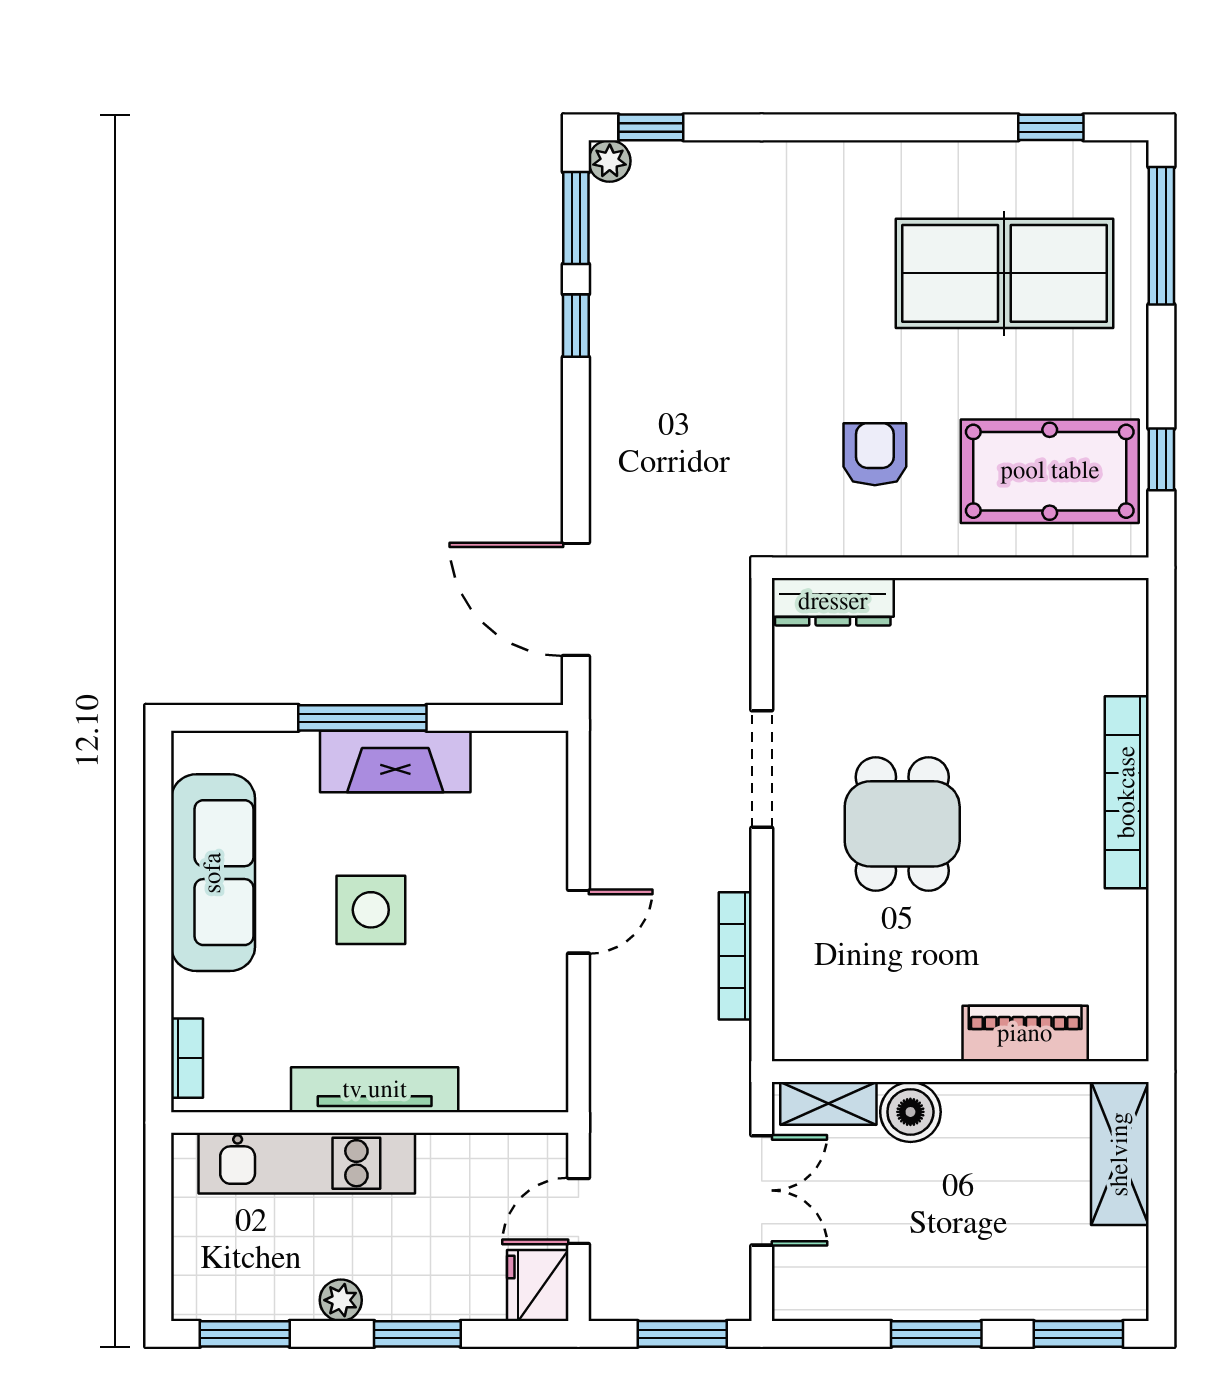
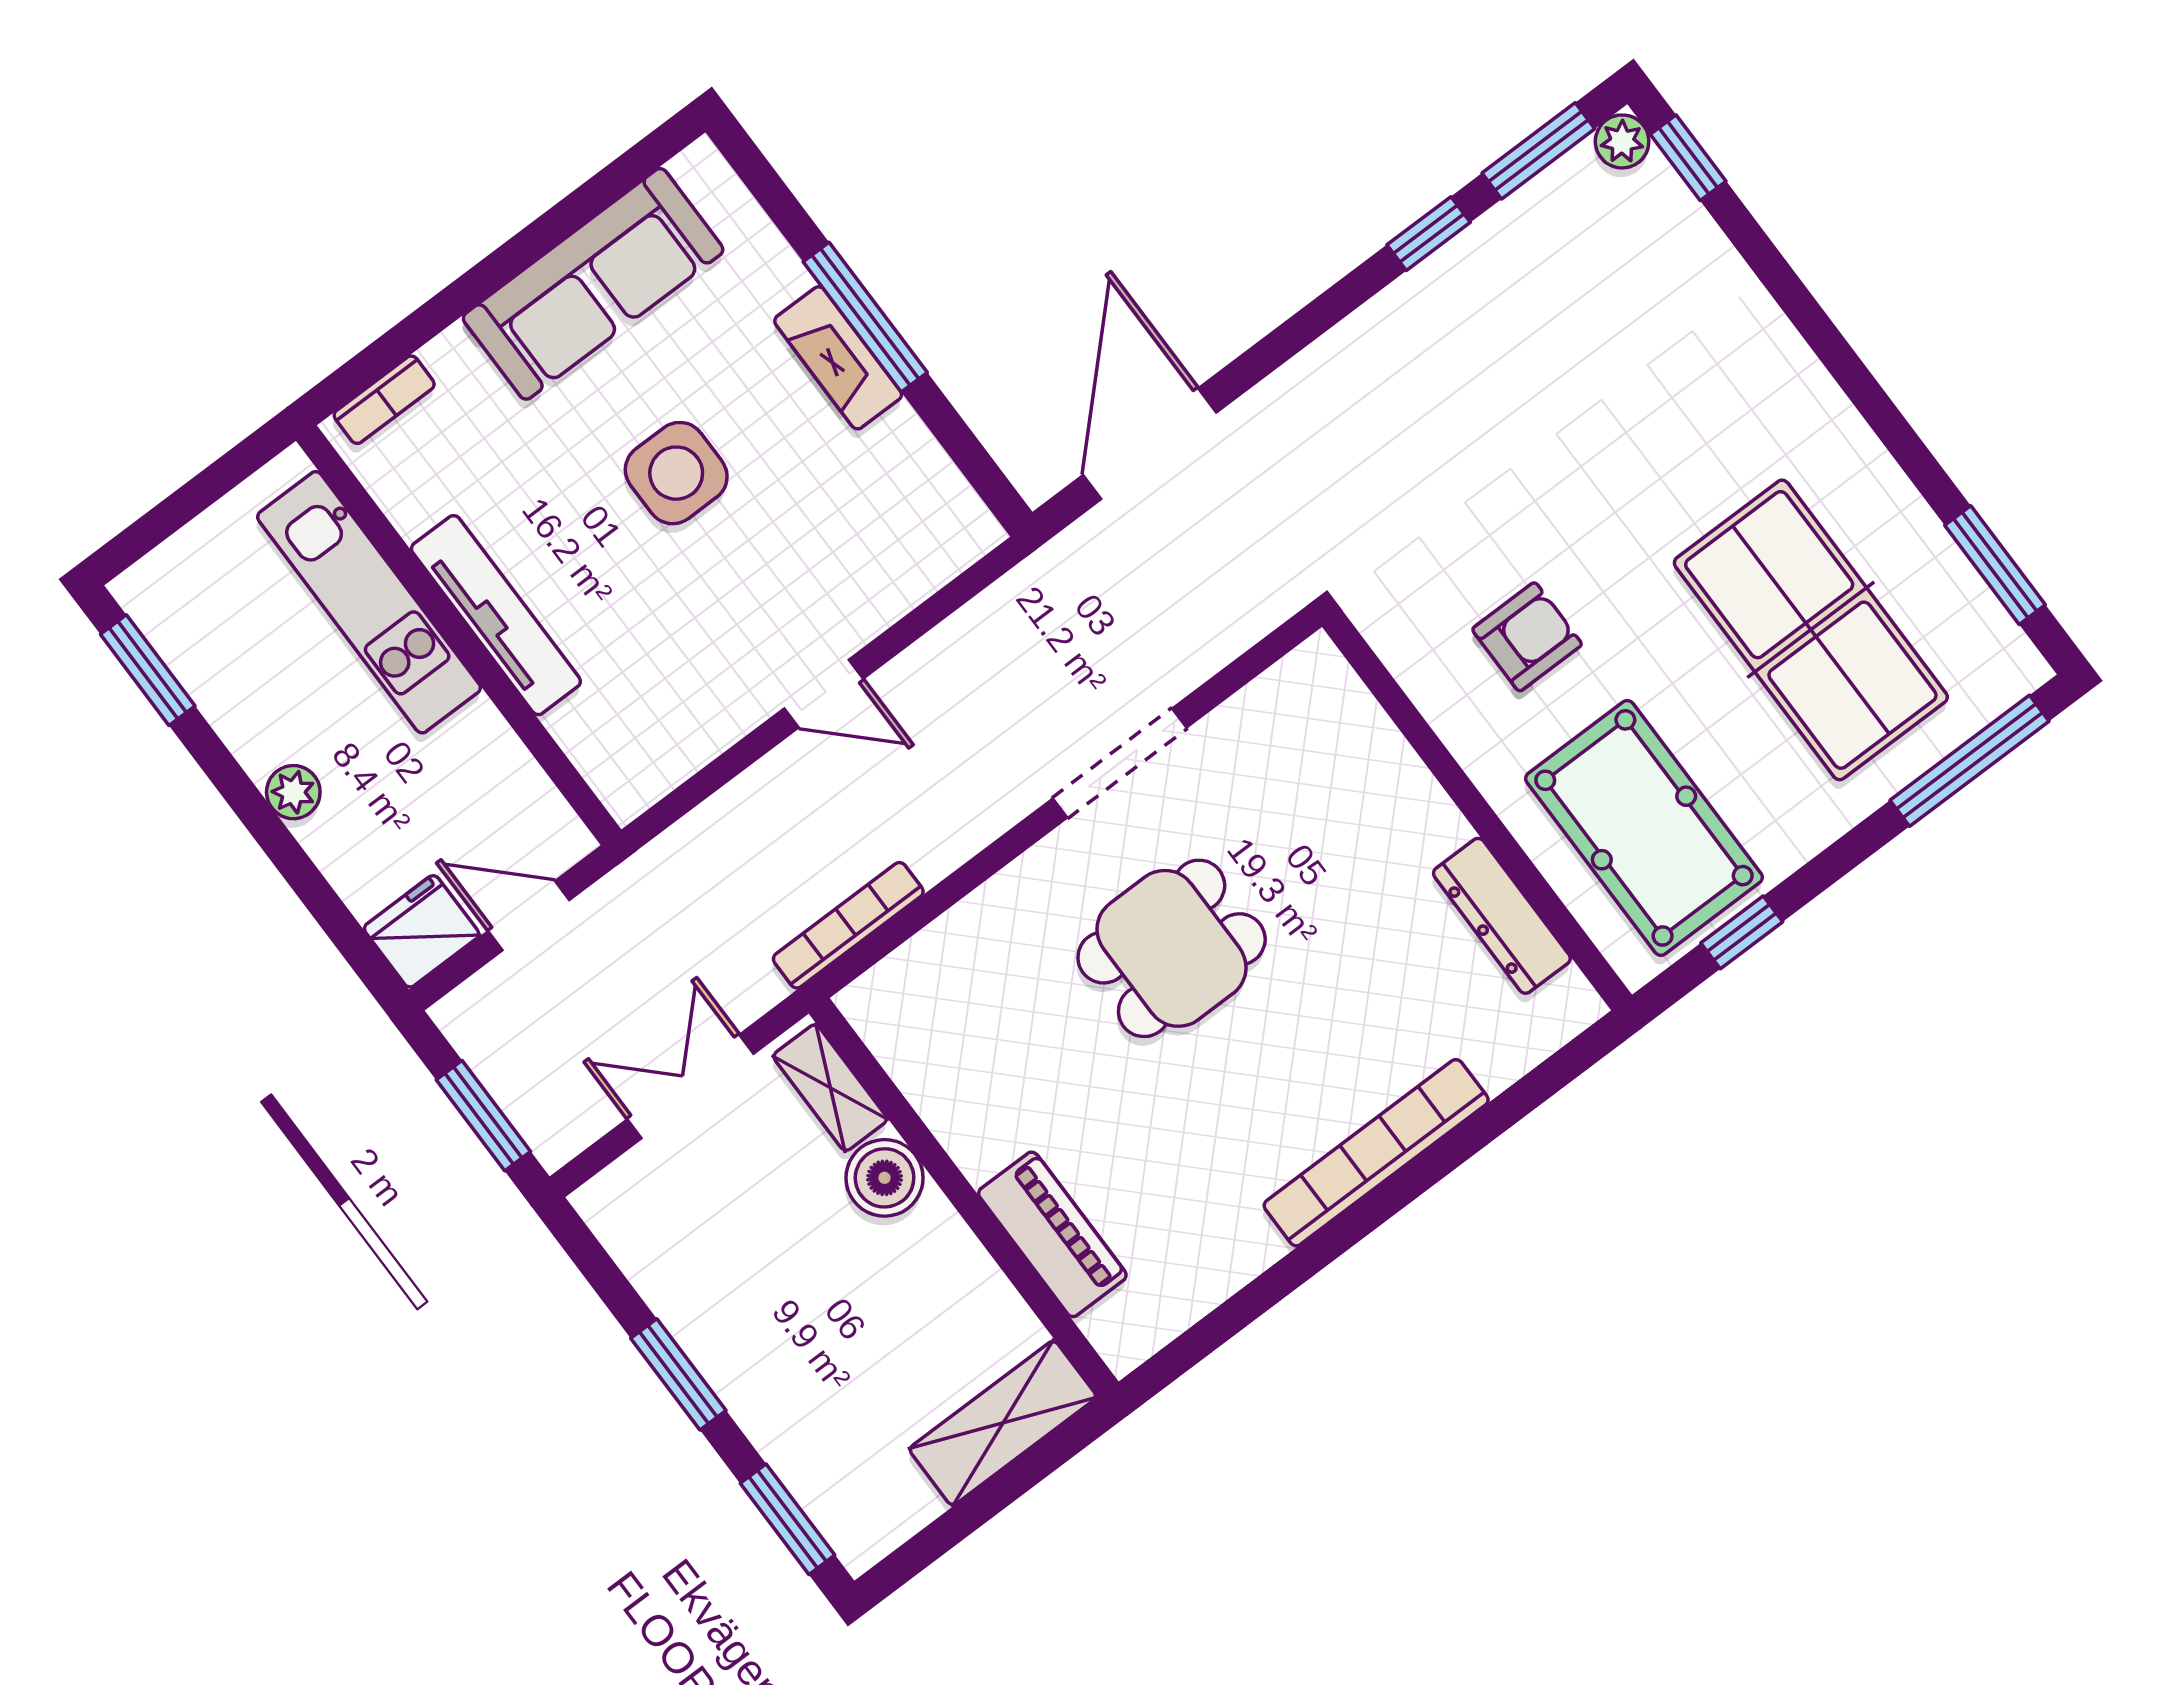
window: (1051, 127) -> (1995, 565), width x1.50
dresser: (833, 602) -> (1502, 916), moved
fireplace: (395, 761) -> (838, 358), width x0.73, depth x0.76
bookcase: (735, 956) -> (848, 925), moved
double door: (762, 1190) -> (690, 1086), swing flipped
plant: (341, 1300) -> (293, 792), moved
window: (417, 1334) -> (280, 846), removed

